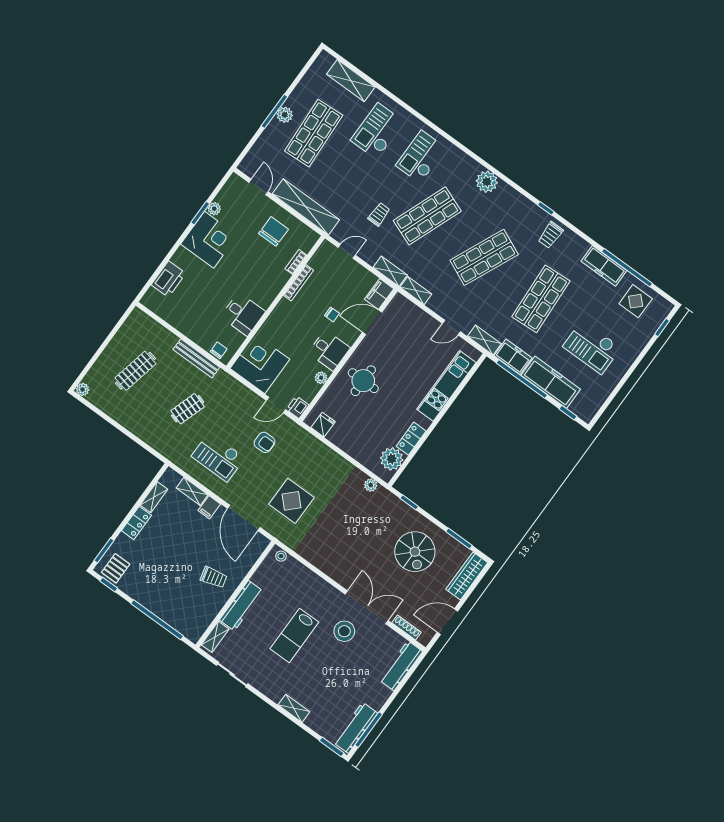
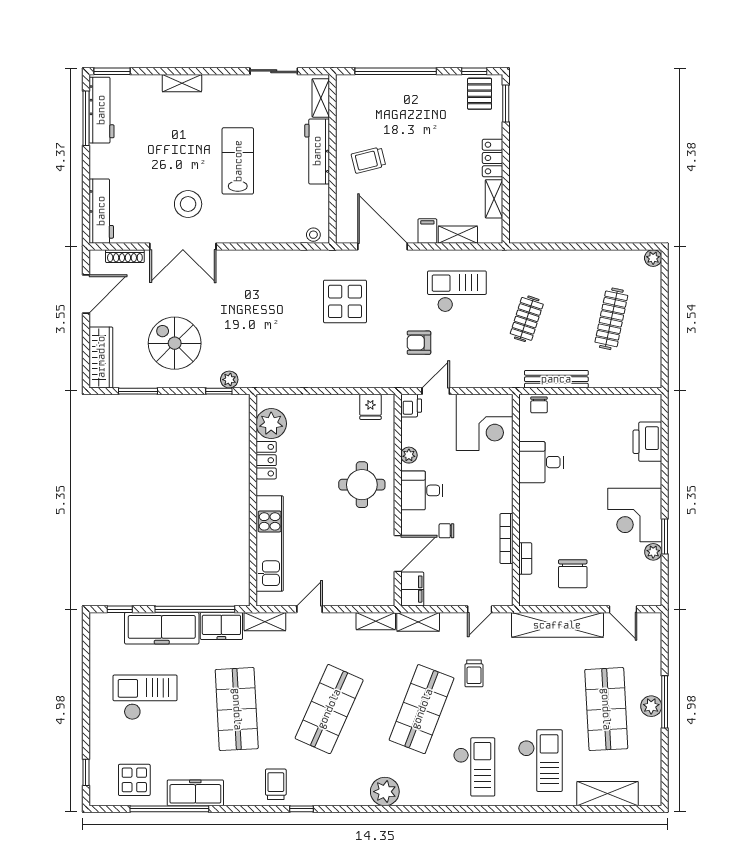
plant: (371, 485) -> (229, 380), moved

